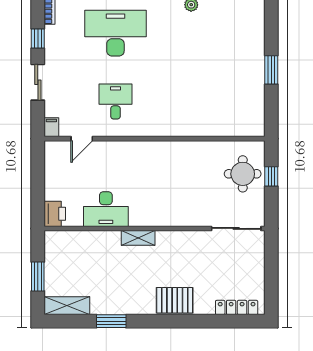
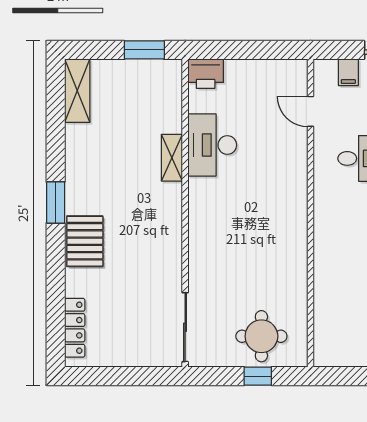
filing cabinet: (51, 127) -> (348, 72), moved, turned 90
shelving: (138, 238) -> (172, 158), moved
window: (38, 276) -> (144, 50), moved
window: (111, 321) -> (56, 203), moved

